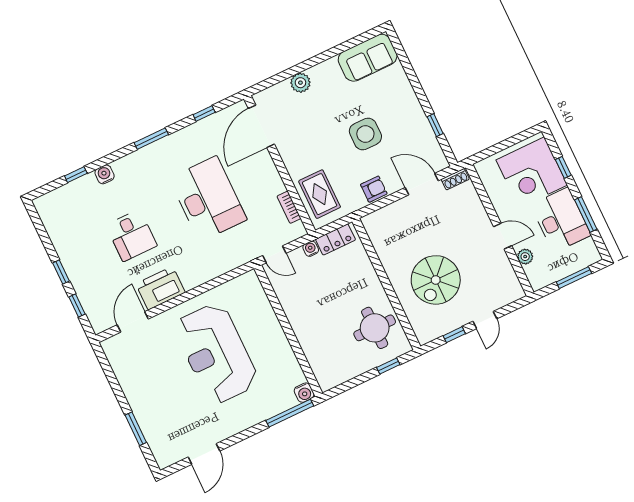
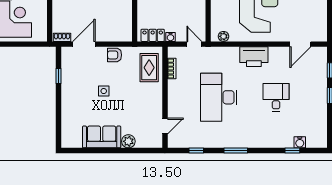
sofa: (368, 58) -> (102, 137), moved
door: (261, 126) -> (165, 126), width x0.53
side table: (365, 134) -> (104, 91), width x0.54, depth x0.54
water cooler: (105, 174) -> (300, 142), moved
door: (422, 184) -> (84, 44), swing flipped
plant: (240, 283) -> (224, 36), added
printer: (160, 288) -> (254, 57), moved

